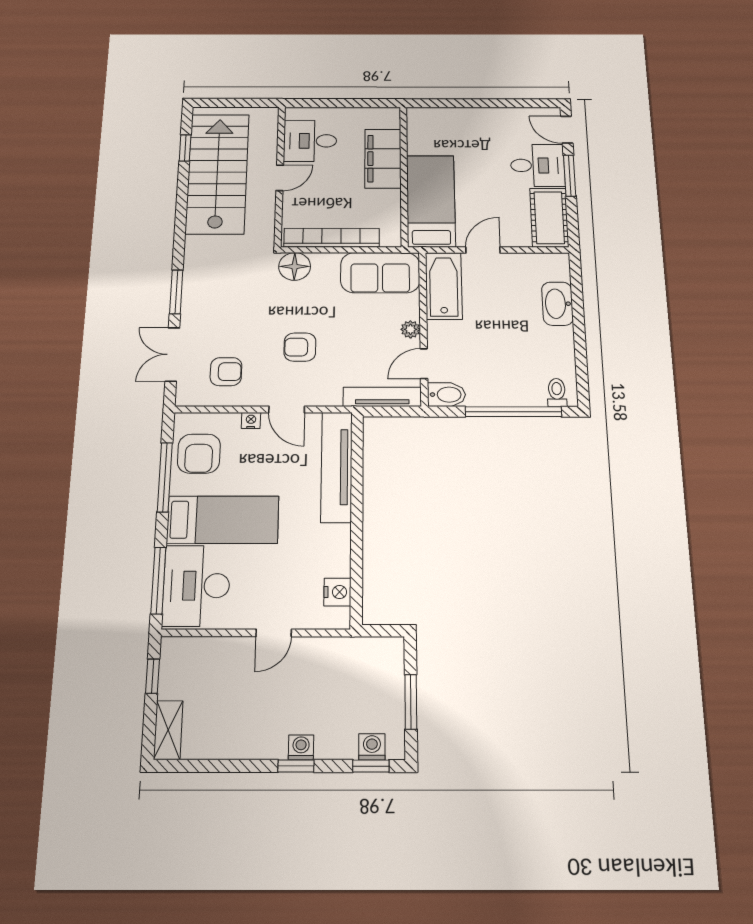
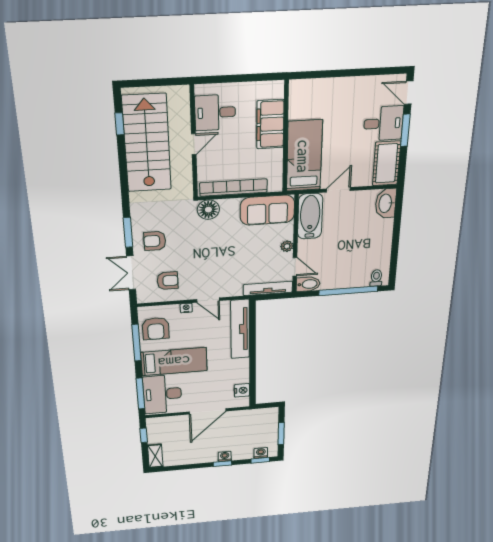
washbasin: (558, 304) -> (386, 203), moved
armchair: (300, 347) -> (155, 241), moved
door: (424, 364) -> (295, 267), swing flipped
door: (274, 633) -> (208, 411), width x1.88

